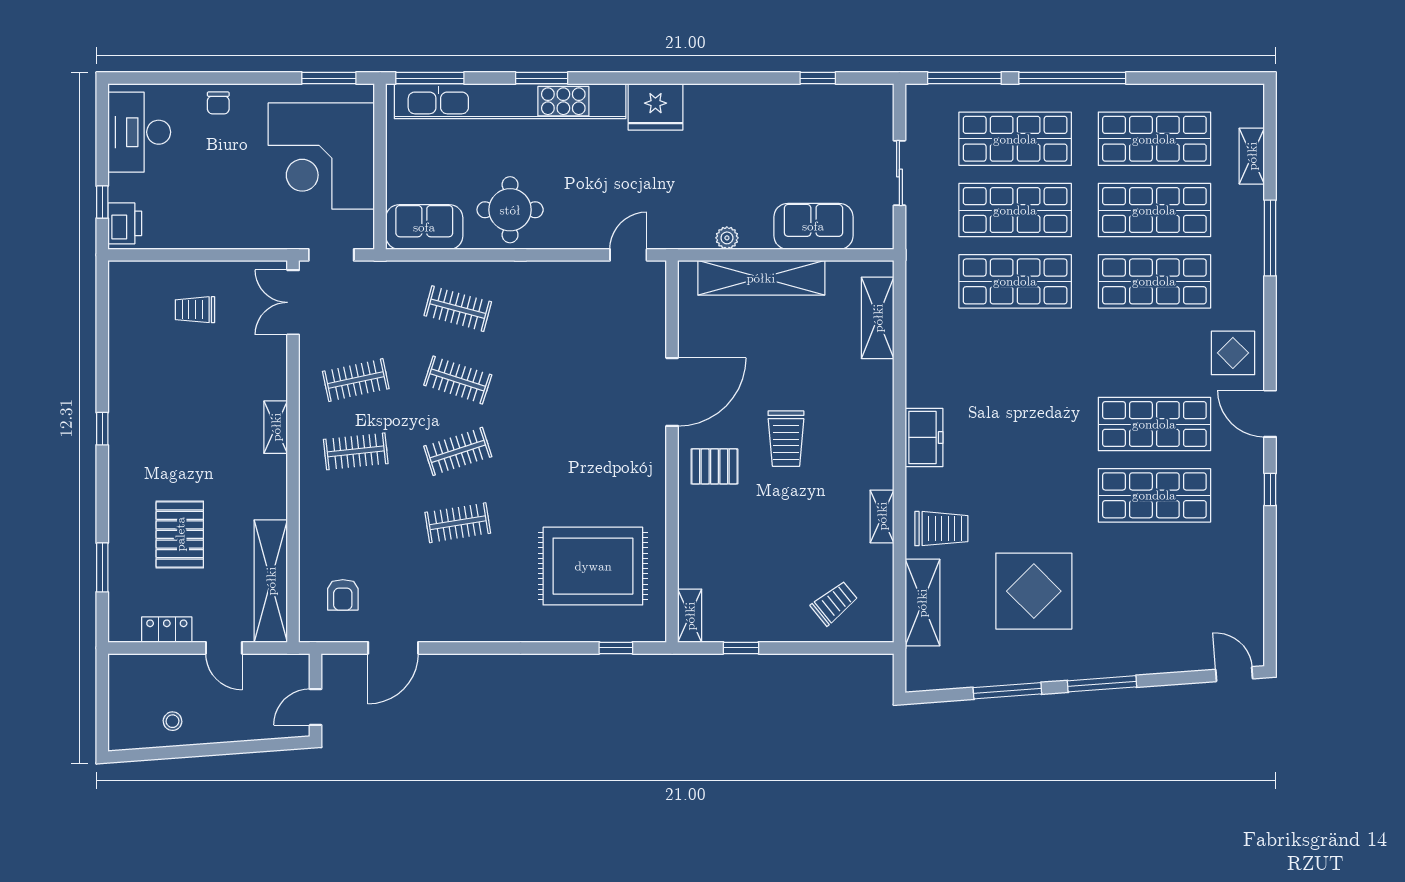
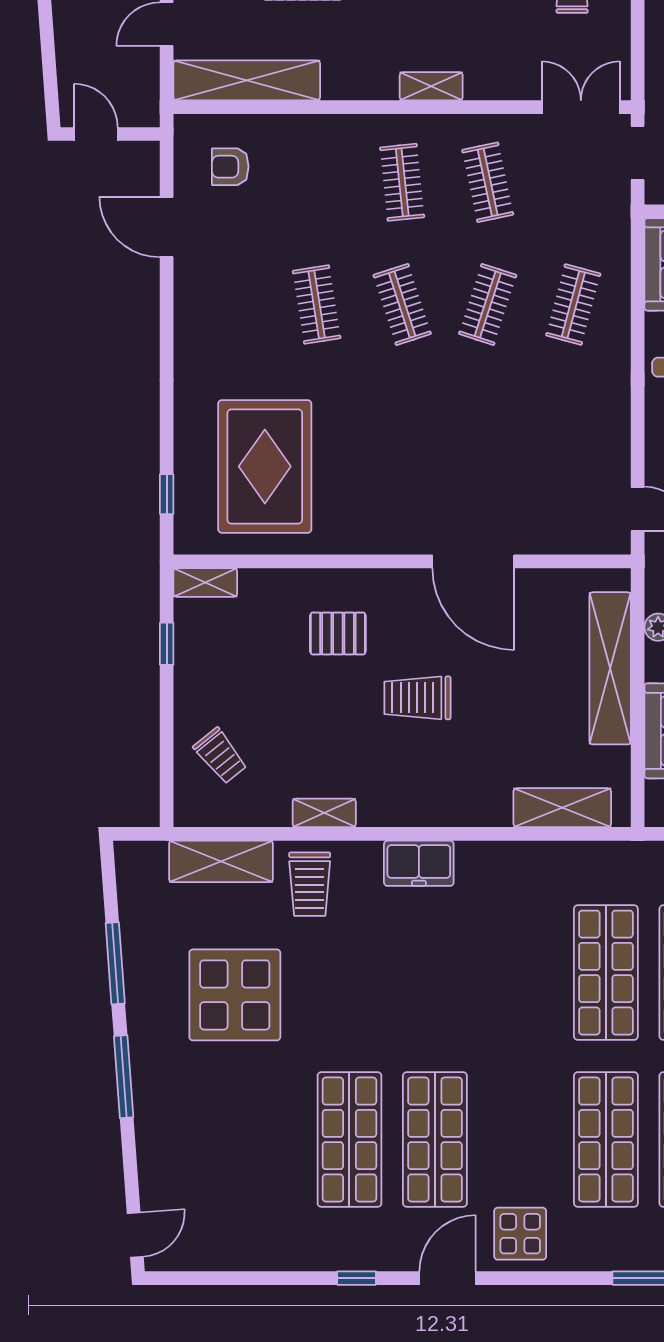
pallet: (714, 466) -> (338, 633), moved, turned 90

